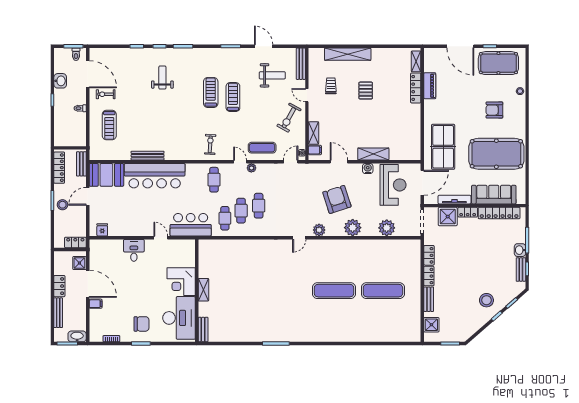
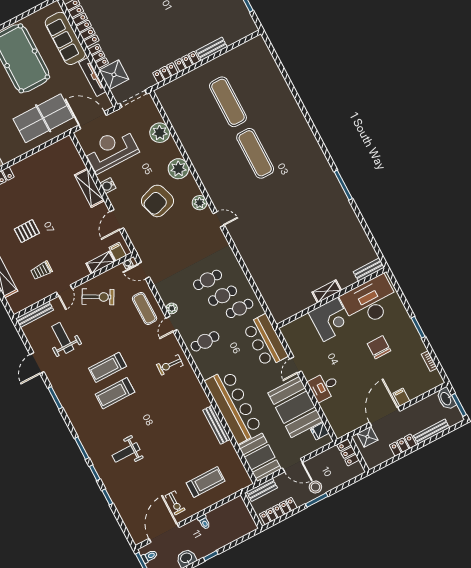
booth: (130, 221) -> (295, 407), added
chair: (142, 324) -> (379, 347), moved
shower: (431, 325) -> (237, 32), removed

